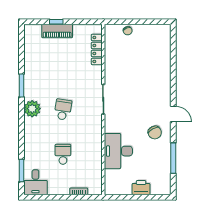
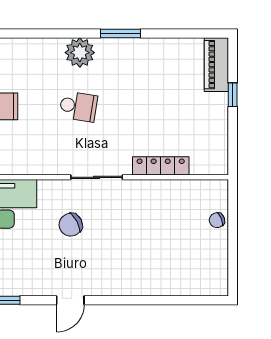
piano: (57, 31) -> (216, 65), moved
locker: (97, 49) -> (161, 166), moved
chair: (155, 133) -> (71, 225), moved

